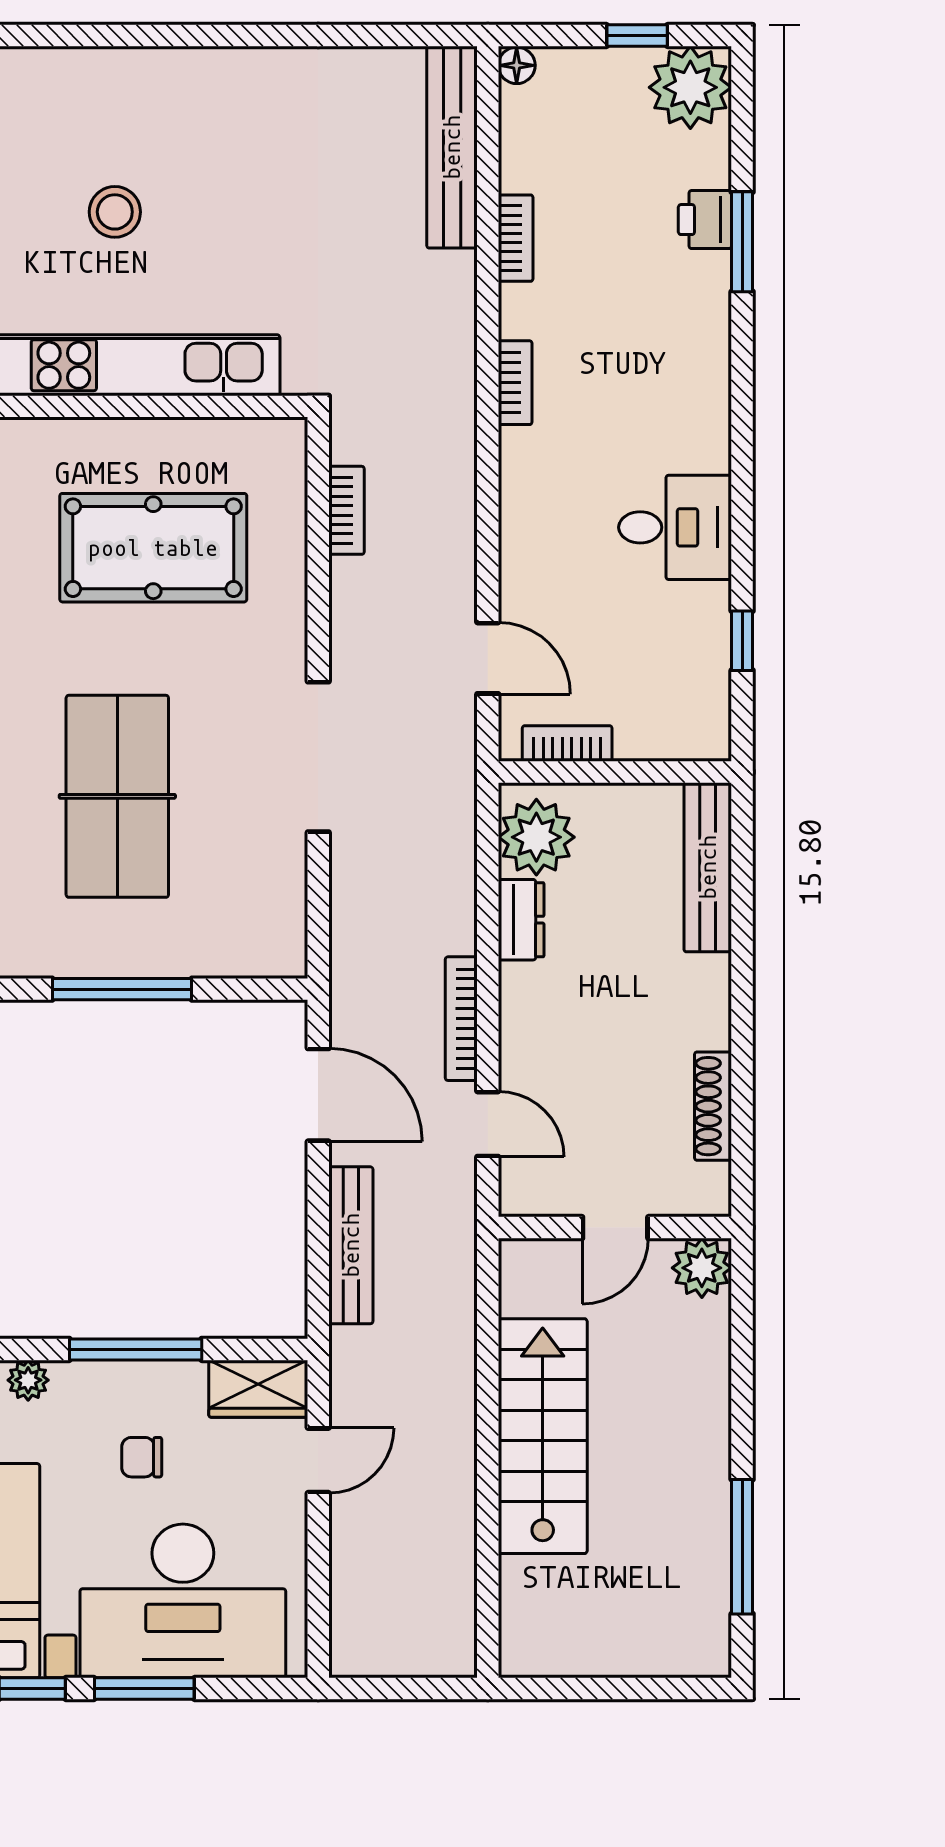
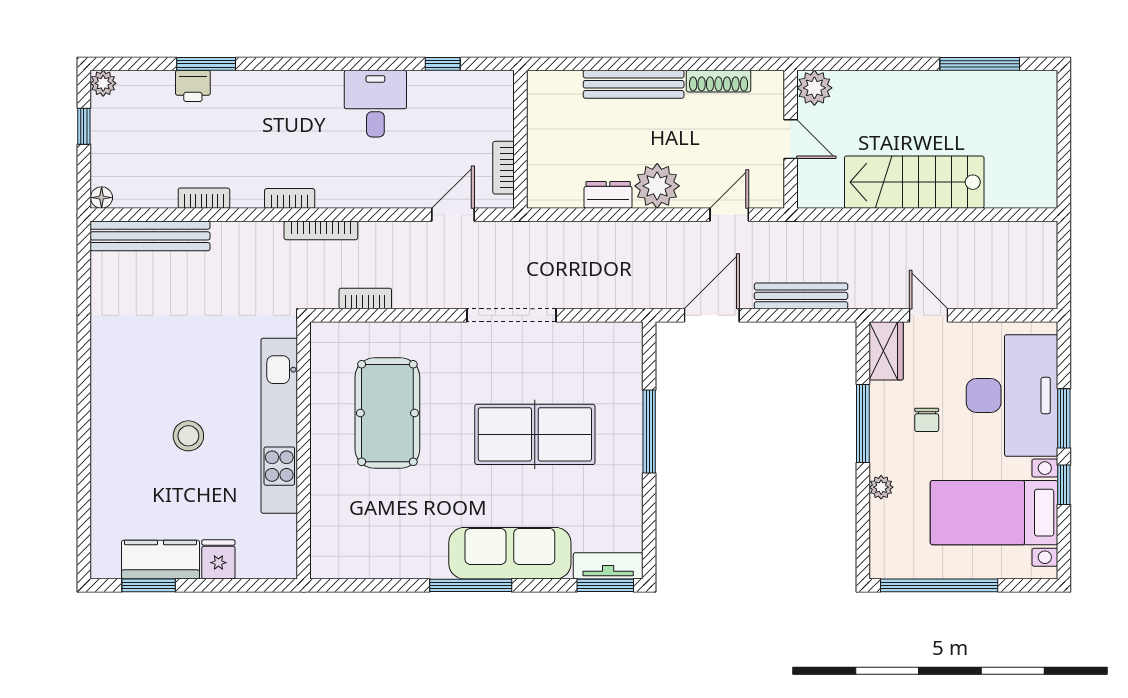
plant: (690, 87) -> (103, 83), width x0.53, depth x0.53
plant: (536, 837) -> (657, 186), moved
bench: (708, 867) -> (634, 84), moved
bookcase: (461, 1019) -> (321, 230), moved

